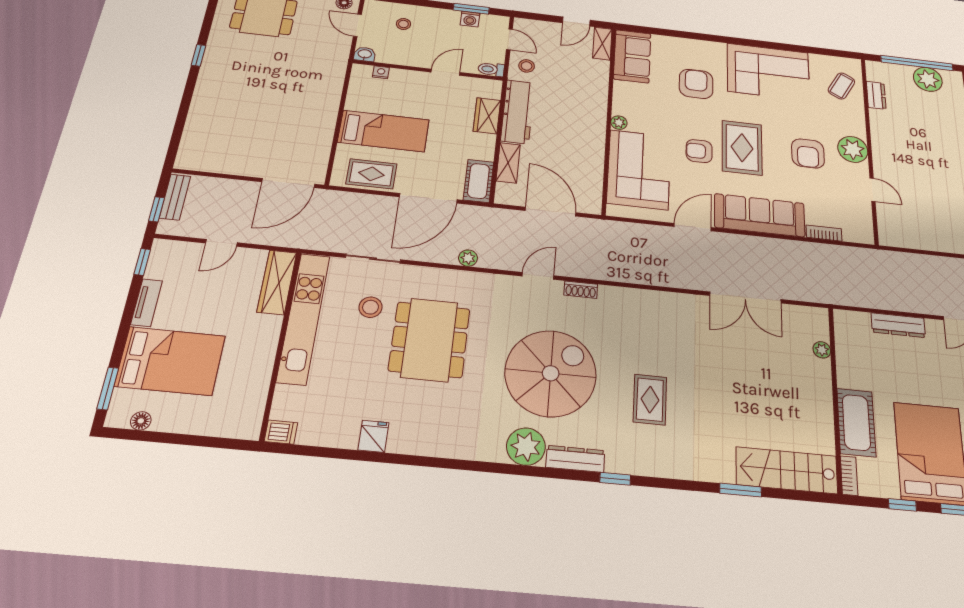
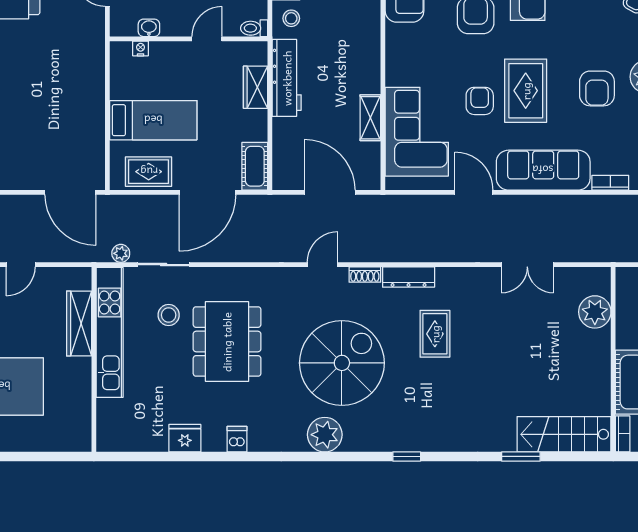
washbasin: (365, 54) -> (149, 28), moved
plant: (619, 123) -> (394, 77), removed
armchair: (699, 151) -> (480, 101), turned 90
shelving: (508, 163) -> (370, 118), moved
door: (288, 183) -> (70, 192), hinge flipped
door: (693, 227) -> (474, 192), hinge flipped
plant: (468, 258) -> (121, 253), moved
wardrobe: (277, 282) -> (79, 323), moved
double door: (745, 297) -> (527, 265), width x0.73
plant: (822, 350) -> (595, 312), width x1.87, depth x1.87
rug: (650, 400) -> (435, 334), moved
dishwasher: (281, 432) -> (237, 439), moved, turned -90
fridge: (373, 436) -> (185, 438), width x1.38
dresser: (575, 459) -> (409, 277), moved, turned 180

